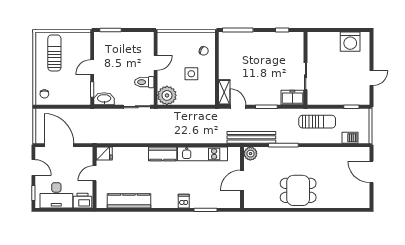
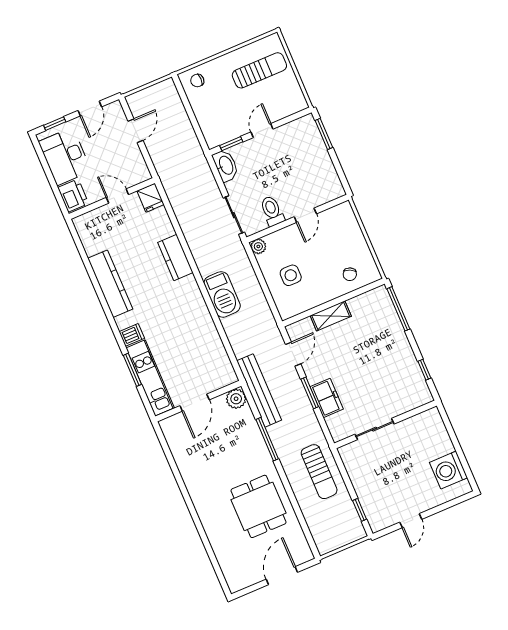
door: (156, 63) -> (305, 215), hinge flipped
door: (92, 67) -> (262, 131), hinge flipped
side table: (191, 74) -> (291, 275), moved
door: (371, 78) -> (411, 521), hinge flipped
shelving: (224, 92) -> (331, 316), moved
plant: (167, 95) -> (258, 246), width x0.53, depth x0.53
freezer: (292, 98) -> (327, 398), moved
barbecue: (350, 138) -> (222, 294), moved, width x1.88, depth x1.53
door: (59, 145) -> (136, 131), width x0.53
kitchen counter: (163, 154) -> (175, 258), moved
kitchen unit: (203, 154) -> (150, 378), moved, turned 180
door: (242, 180) -> (195, 403), swing flipped
dining table: (298, 190) -> (258, 506), moved
kitchen counter: (129, 201) -> (110, 284), moved

